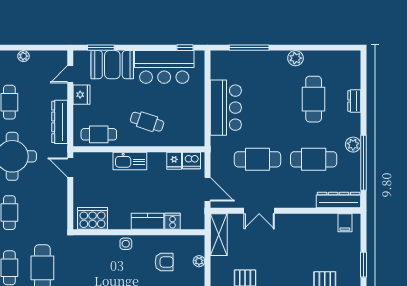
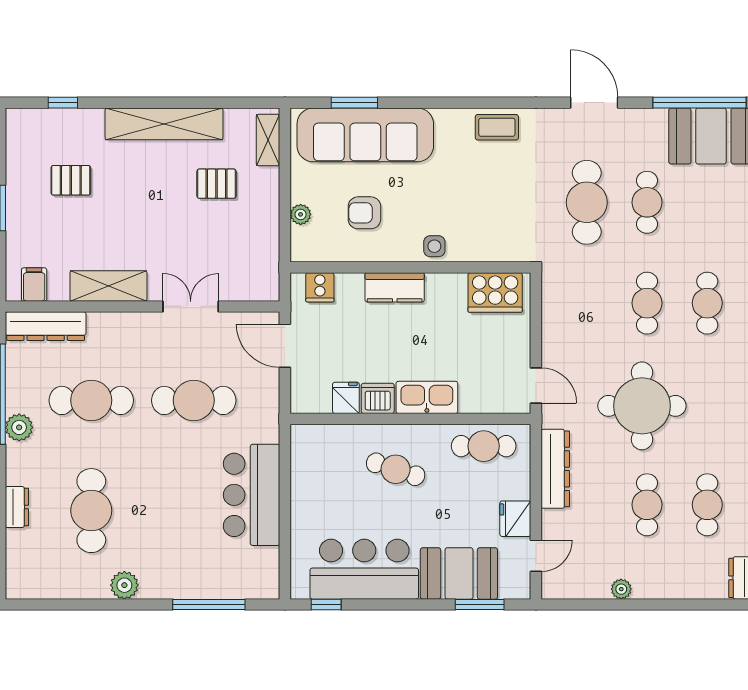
dishwasher: (192, 160) -> (378, 398), moved
cooker: (173, 221) -> (320, 287), moved
shelving: (219, 235) -> (108, 286), moved, turned 90

